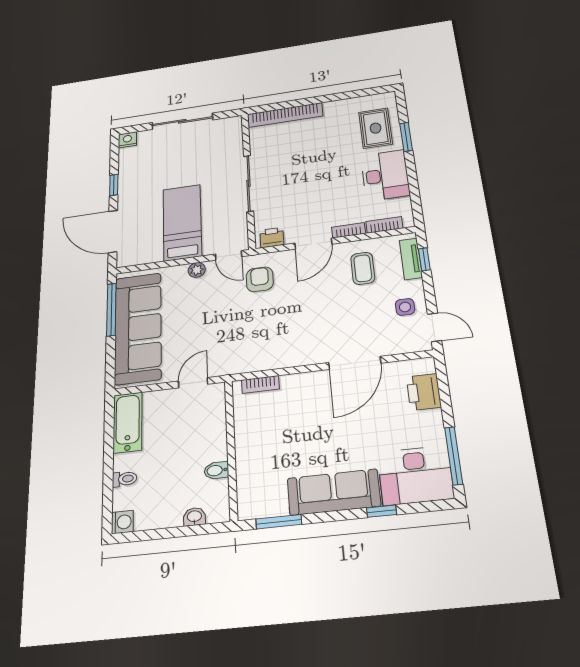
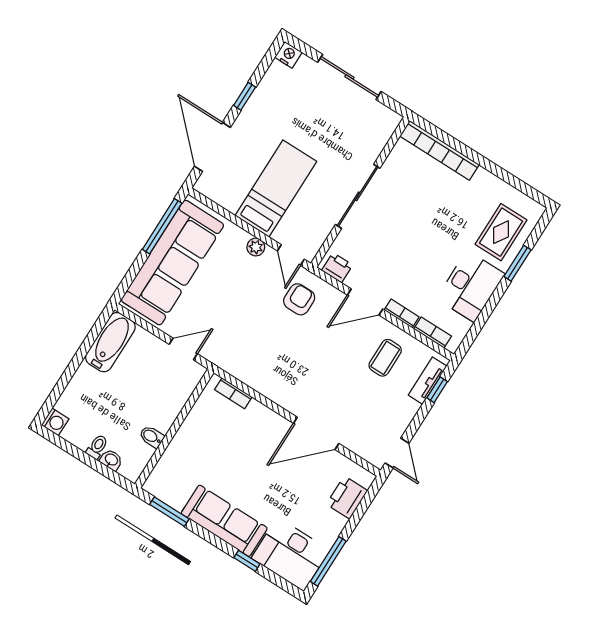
side table: (405, 307) -> (390, 418), removed
toilet: (124, 479) -> (97, 447), moved, turned -90

